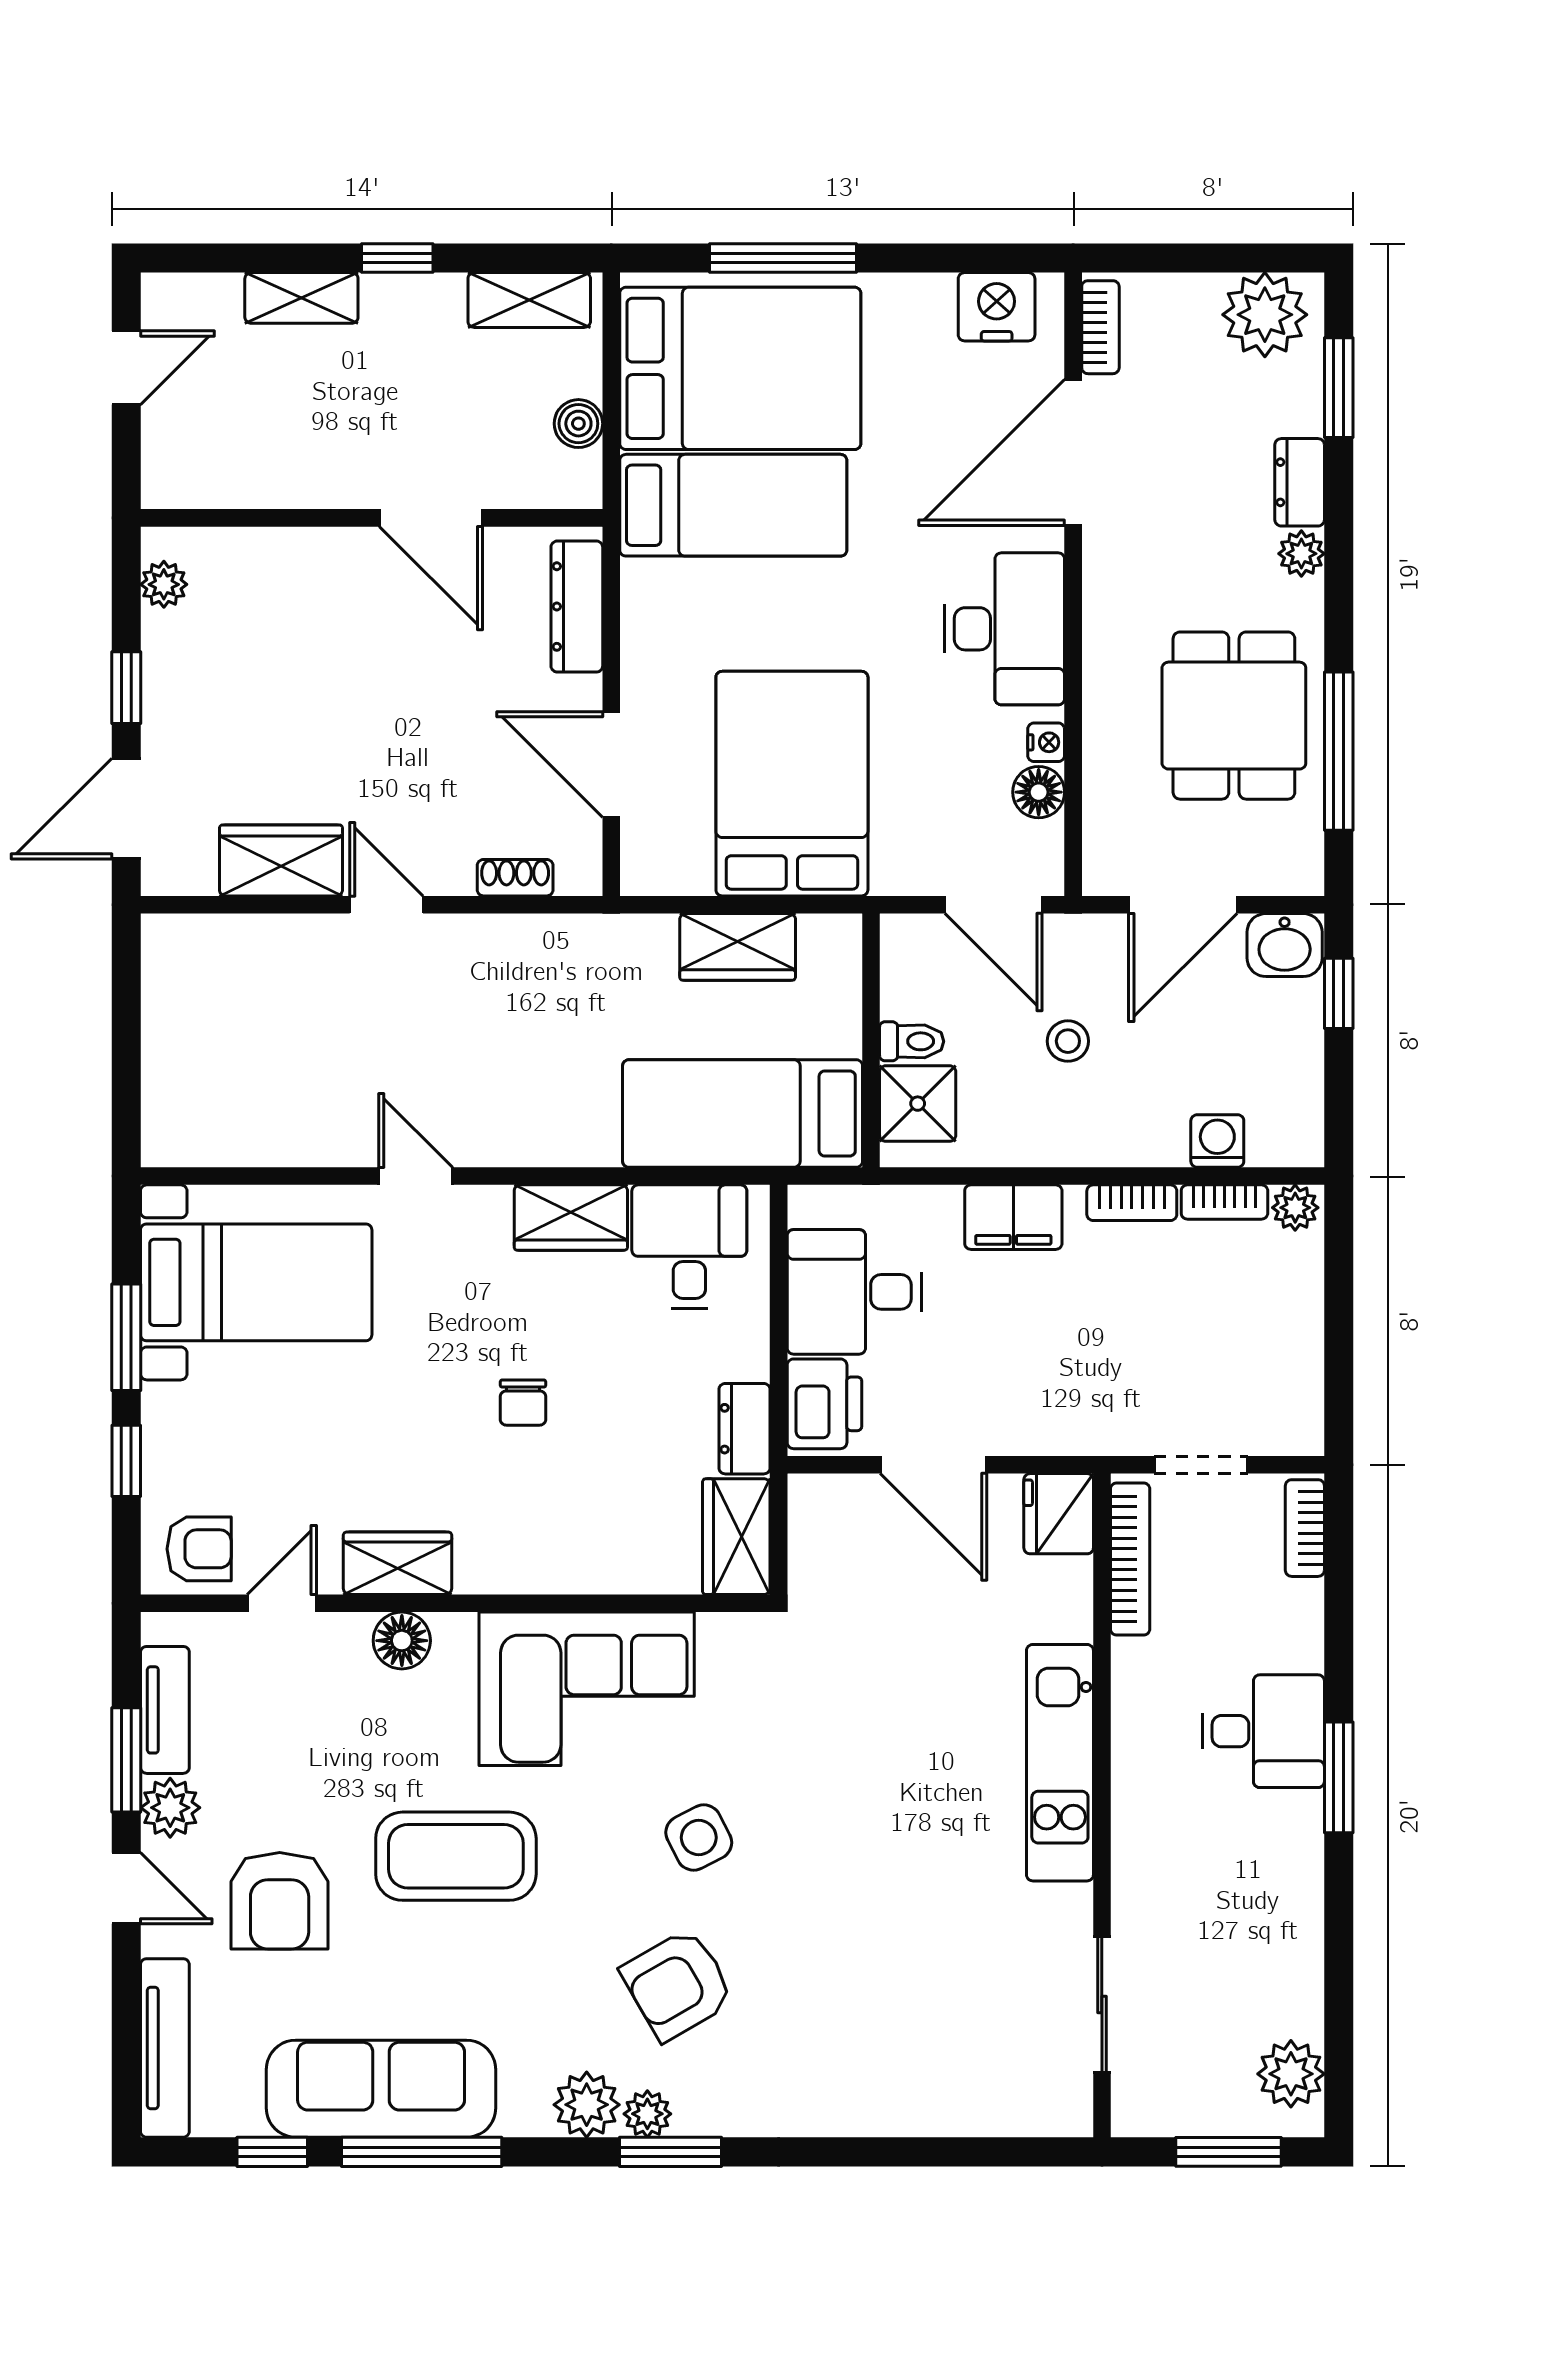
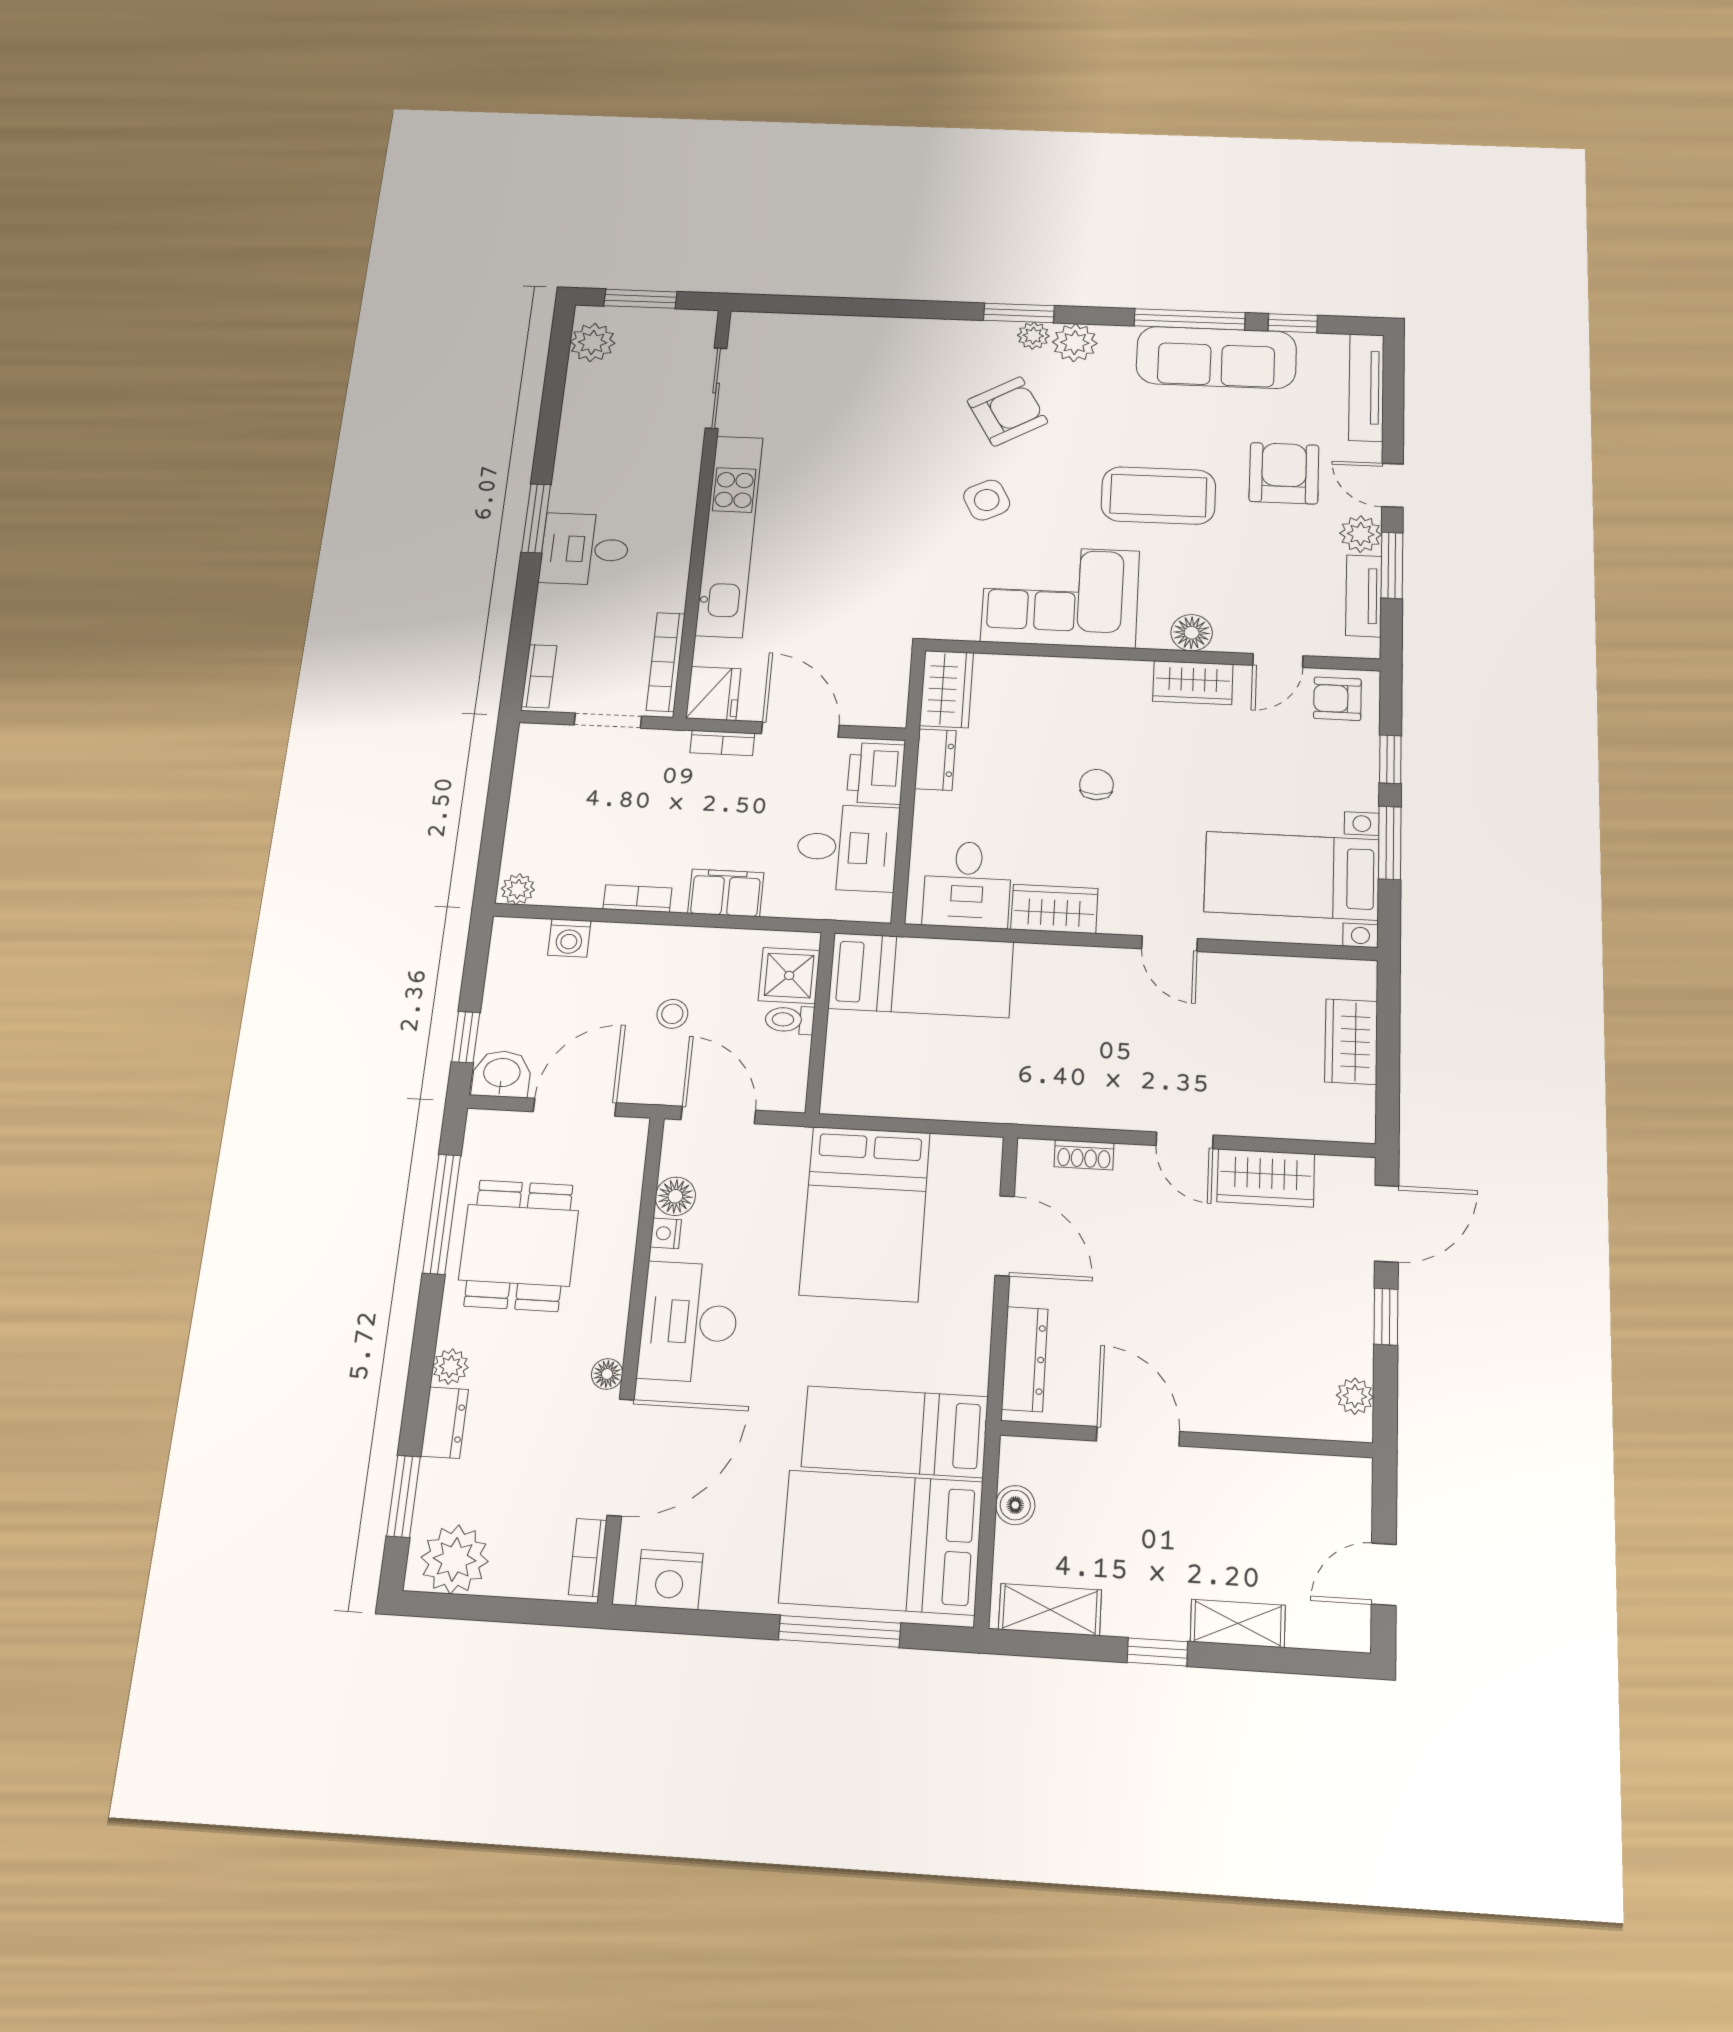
floor lamp: (1101, 556) -> (607, 1374), added
wardrobe: (738, 947) -> (1351, 1042), moved, turned -90
bookcase: (1224, 1202) -> (722, 743), moved, turned 180
kitchen unit: (1060, 1763) -> (729, 536), width x1.36

